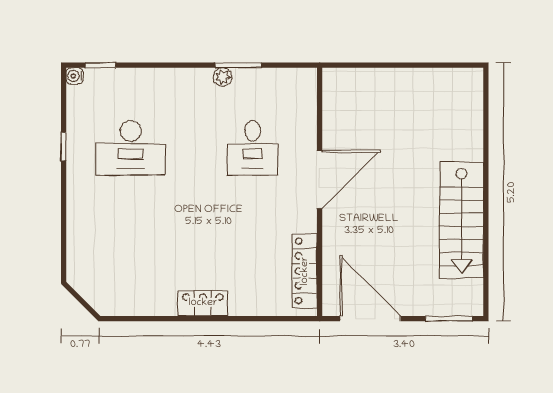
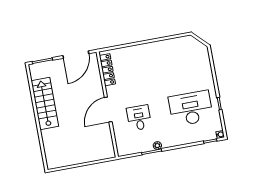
desk: (131, 148) -> (191, 108), width x1.36, depth x1.30
locker: (203, 303) -> (148, 48), removed
door: (370, 319) -> (76, 55), hinge flipped

